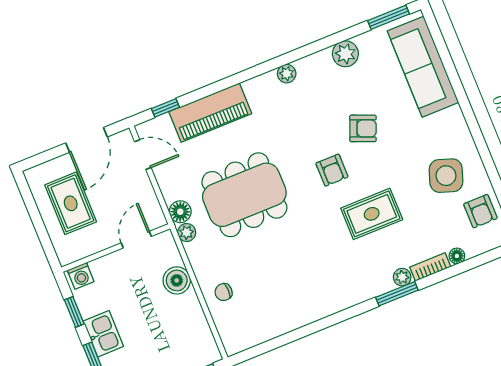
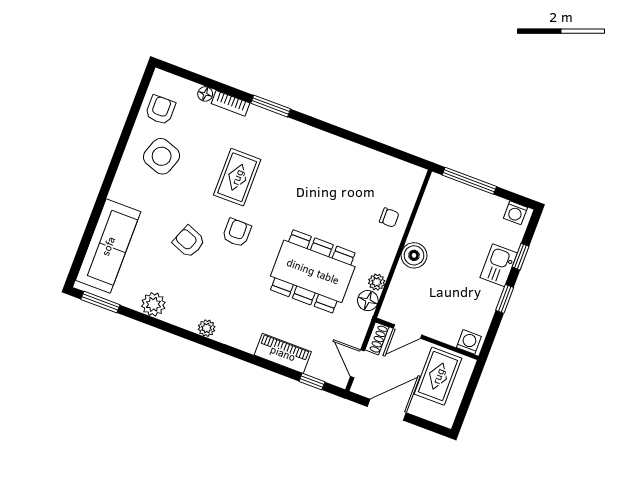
piano: (210, 113) -> (283, 353), width x0.73, depth x0.75
shoe rack: (146, 189) -> (377, 338), added
rug: (372, 214) -> (237, 177), turned 90
door: (136, 240) -> (408, 332), moved
wall: (116, 248) -> (427, 339), moved
washing machine: (81, 276) -> (469, 342), moved
plant: (402, 277) -> (256, 114), removed

